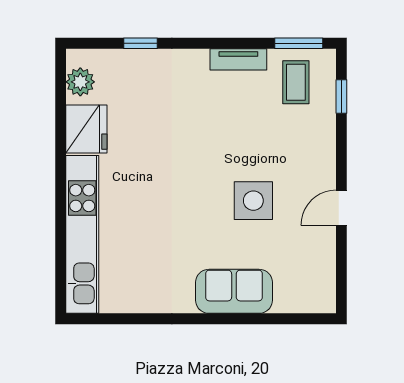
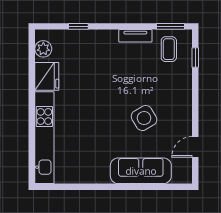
side table: (253, 201) -> (144, 118), turned -31
door: (341, 208) -> (195, 147), moved
sofa: (234, 291) -> (141, 171), width x1.36

